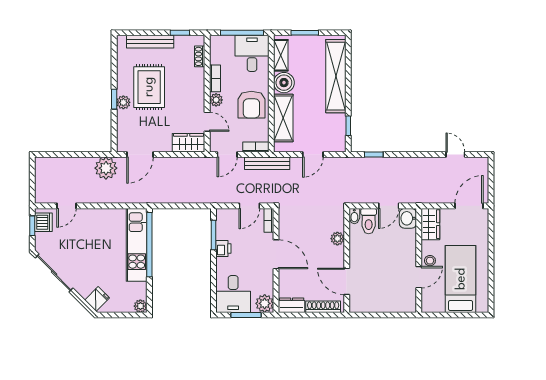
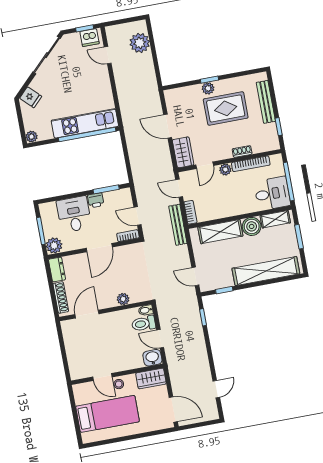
shoe rack: (200, 56) -> (242, 151), moved
bookcase: (215, 78) -> (251, 164), width x1.56
armchair: (251, 105) -> (227, 201), removed
door: (140, 155) -> (168, 126), moved
door: (313, 155) -> (195, 276), moved
plant: (106, 168) -> (140, 43), moved
desk: (233, 294) -> (74, 214), moved, turned 90

